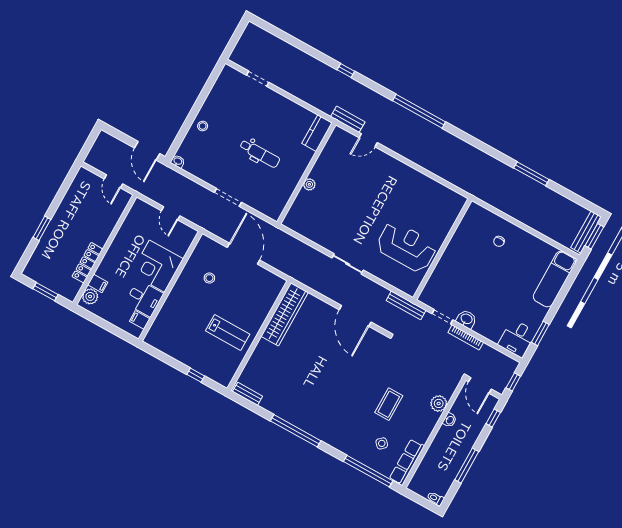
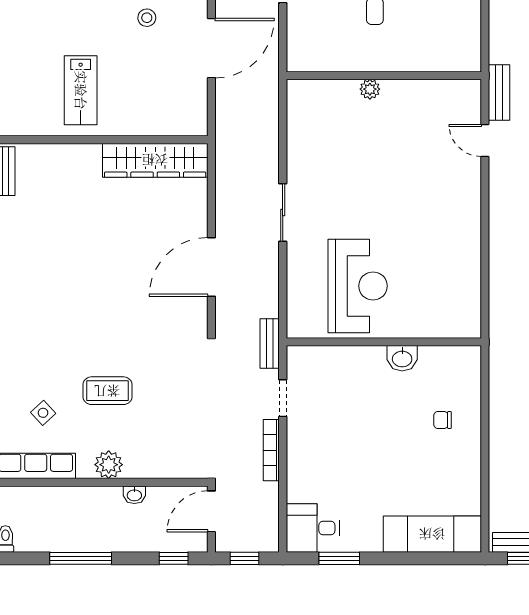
kitchen counter: (317, 133) -> (453, 58), removed
bench: (406, 305) -> (270, 343), width x0.73
washbasin: (466, 319) -> (402, 358), moved, turned 90
plant: (439, 403) -> (109, 465), moved

